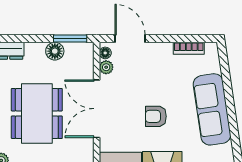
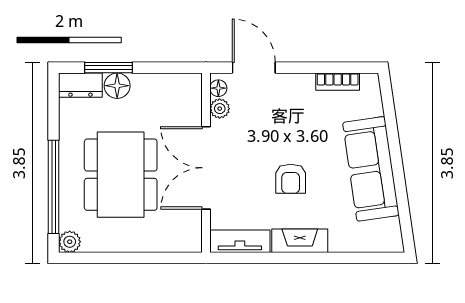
window: (70, 39) -> (109, 68), moved
floor lamp: (55, 51) -> (117, 86), moved
armchair: (156, 116) -> (291, 179), turned -90

